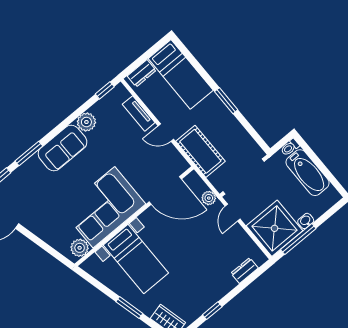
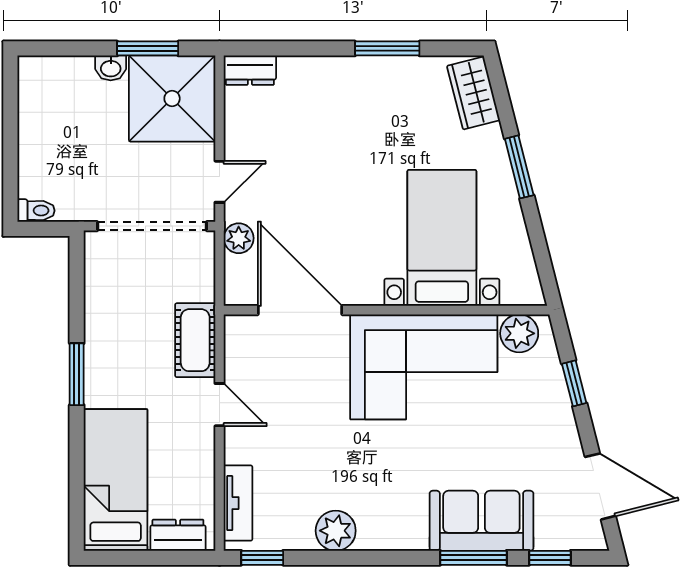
tv unit: (139, 113) -> (238, 503), moved
sofa: (63, 148) -> (481, 521), moved
cot: (200, 151) -> (195, 340), width x0.73, depth x0.75
bathtub: (308, 173) -> (42, 145), removed
window: (298, 239) -> (148, 48), width x0.69
window: (45, 246) -> (574, 383), added
dresser: (245, 271) -> (250, 70), moved
window: (212, 311) -> (387, 48), width x1.50

